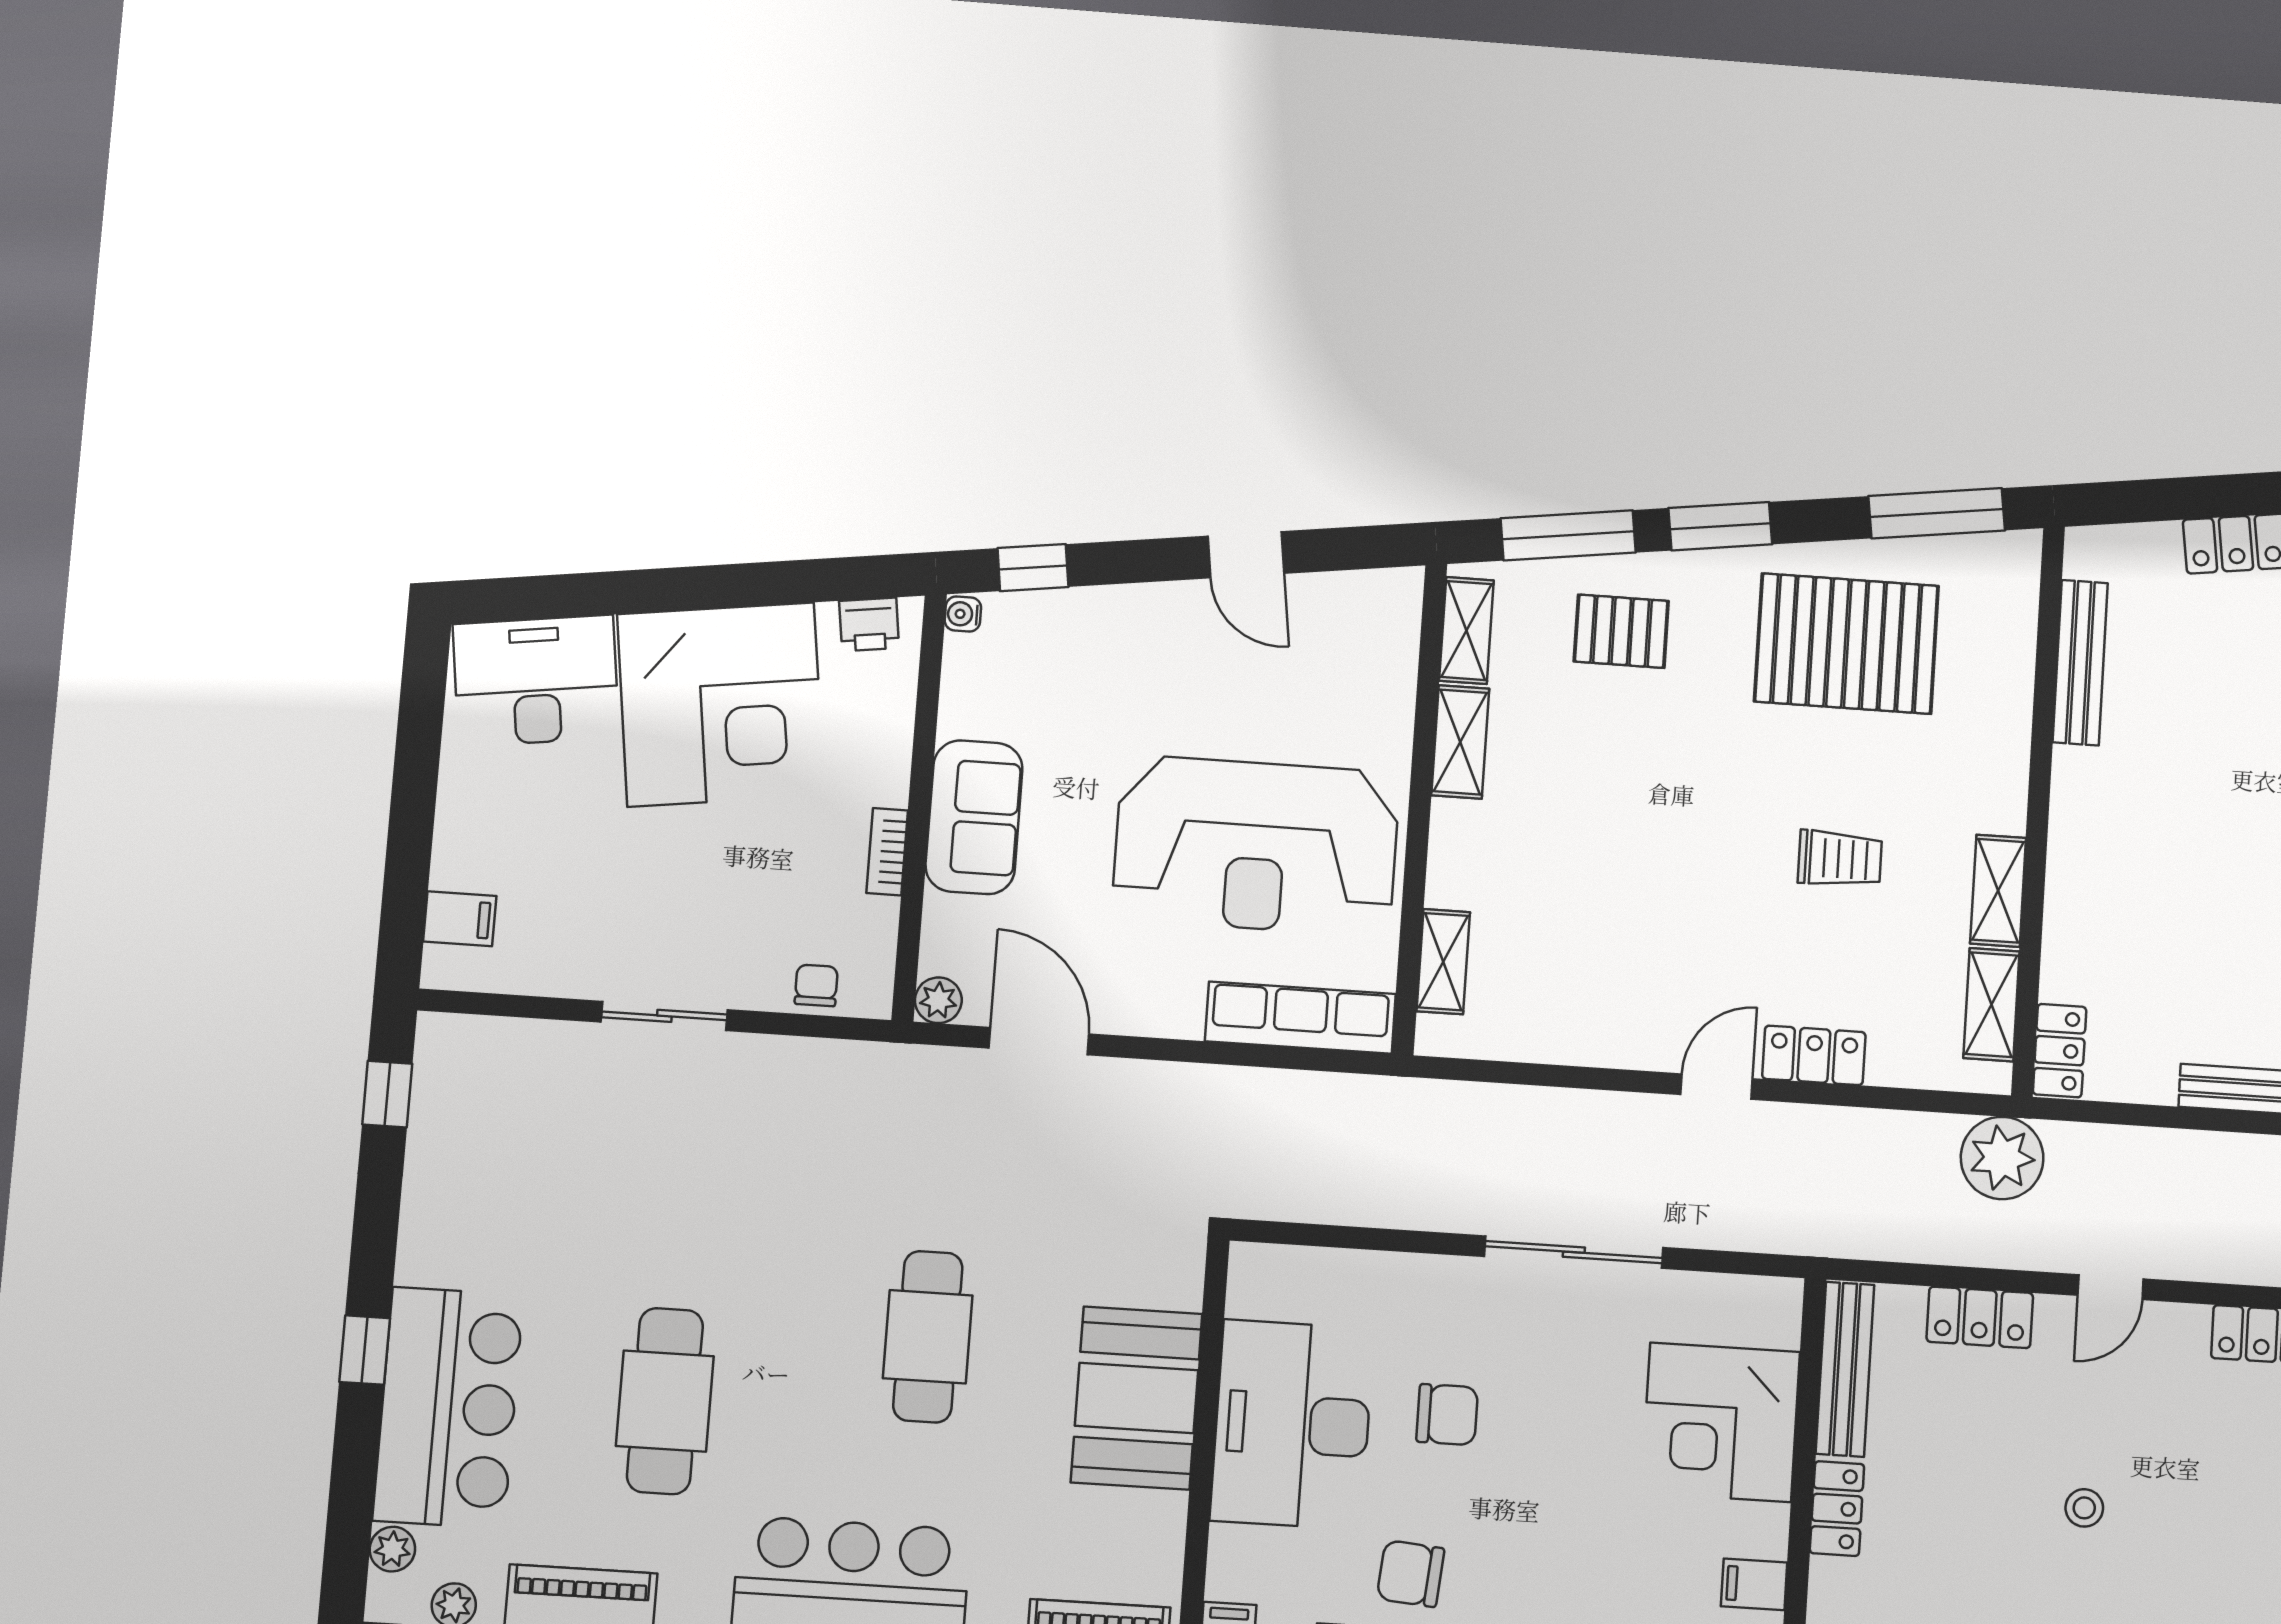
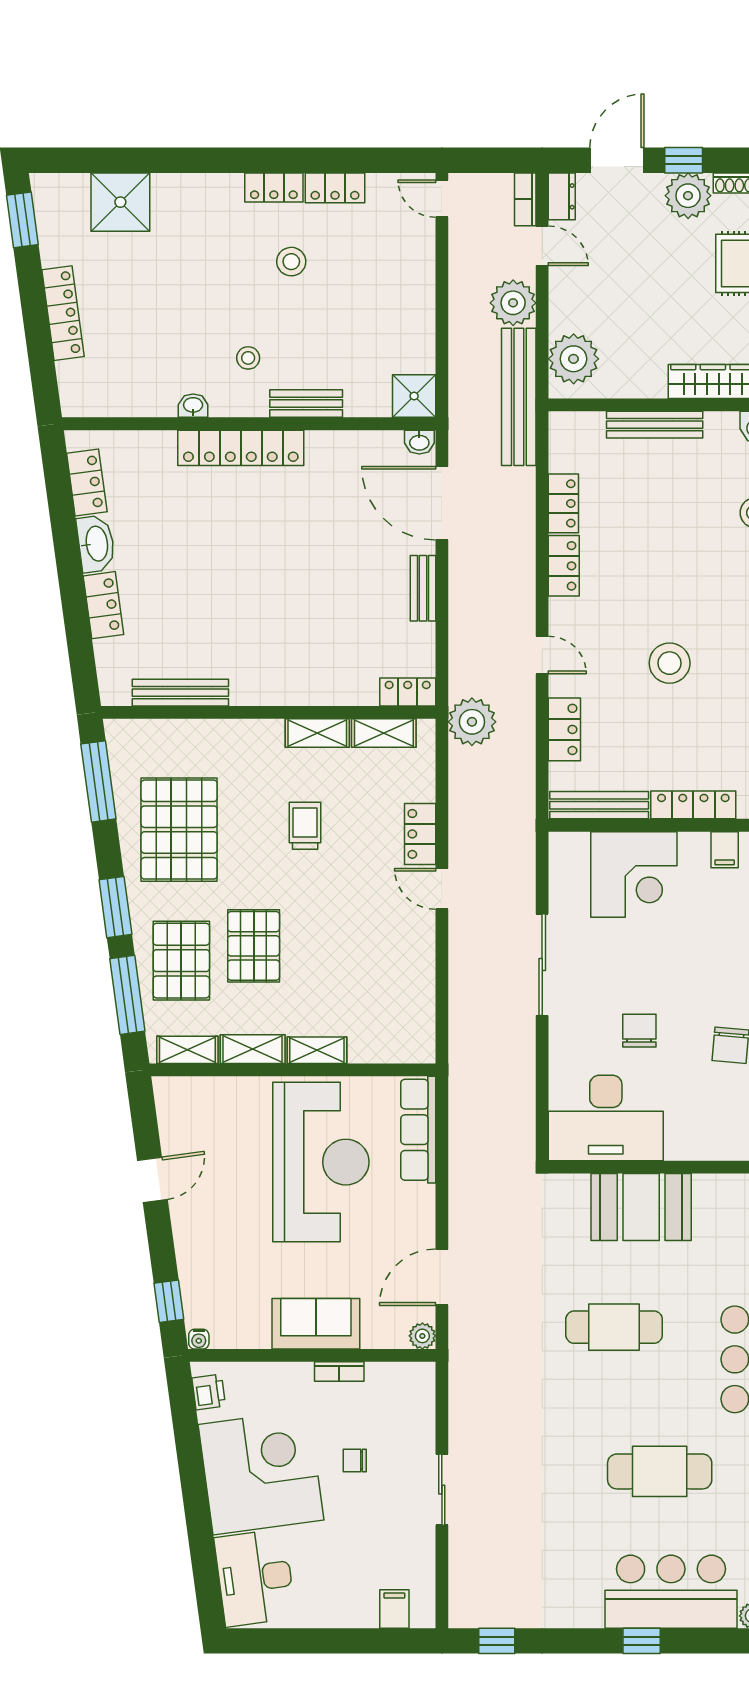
pallet: (1621, 631) -> (181, 961), width x1.50, depth x1.42
pallet: (1639, 756) -> (254, 946), added
shelving: (1443, 962) -> (317, 1050), moved
chair: (816, 985) -> (355, 1461), moved
desk: (1292, 1424) -> (606, 1118), moved
stool: (2084, 1508) -> (670, 663), width x1.89, depth x1.89
locker: (1837, 1509) -> (693, 805), width x1.53

